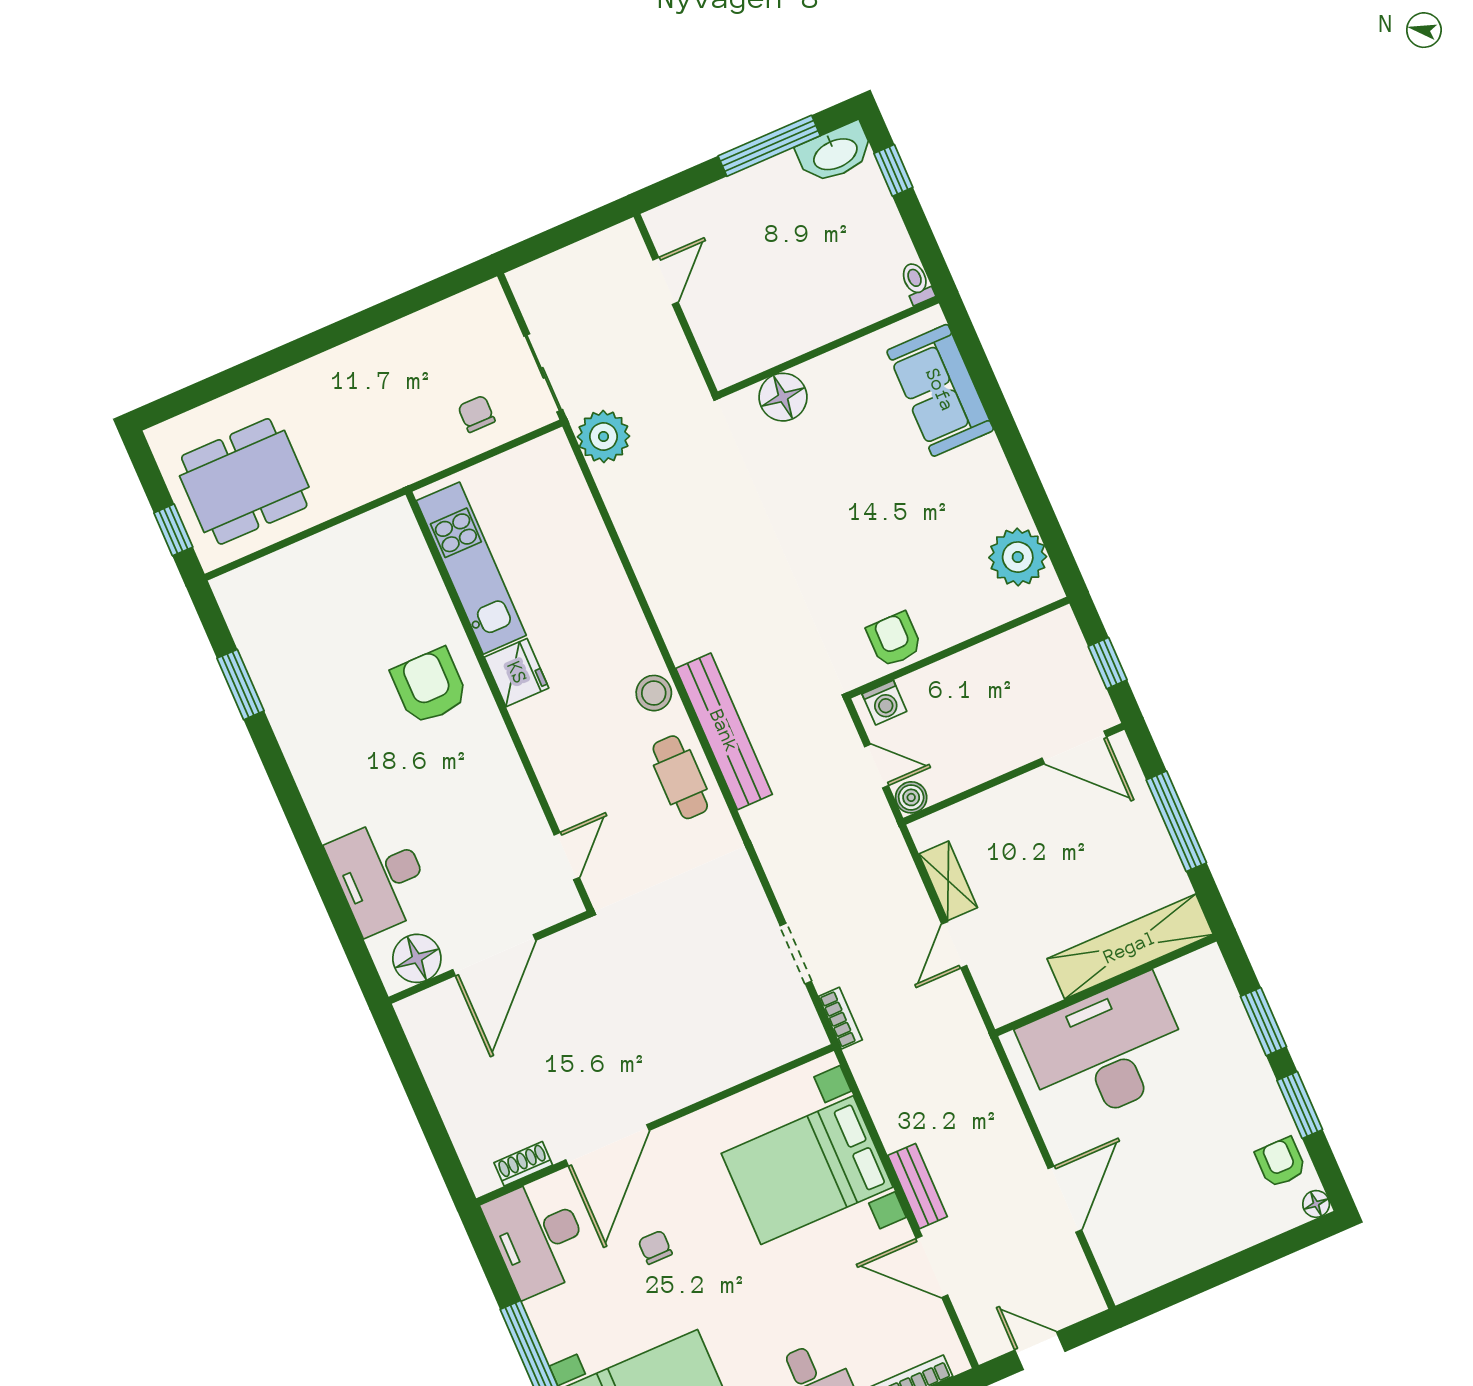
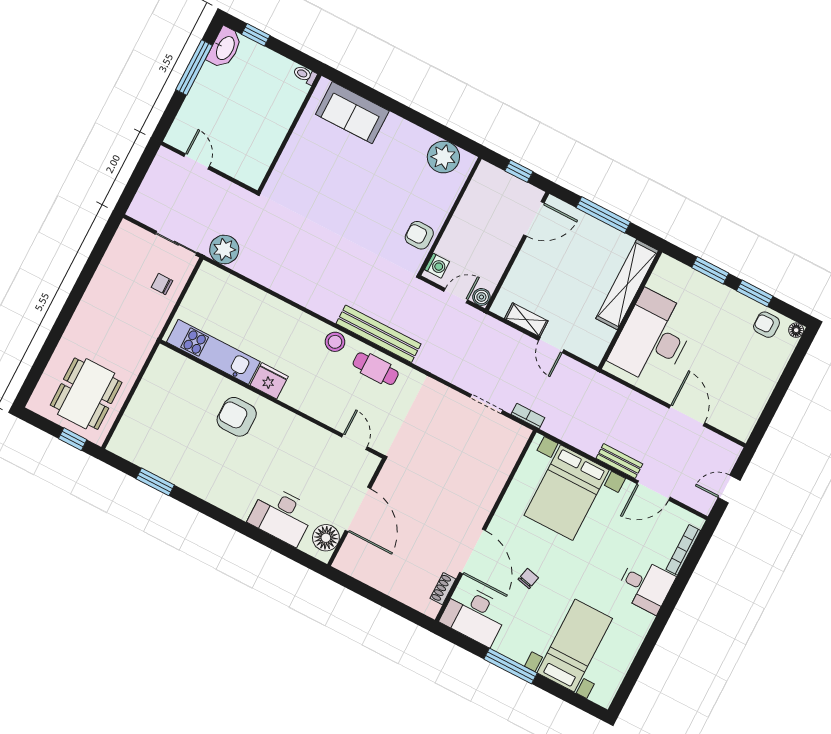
floor lamp: (783, 397) -> (287, 170), removed
chair: (655, 1247) -> (528, 579), turned 103

